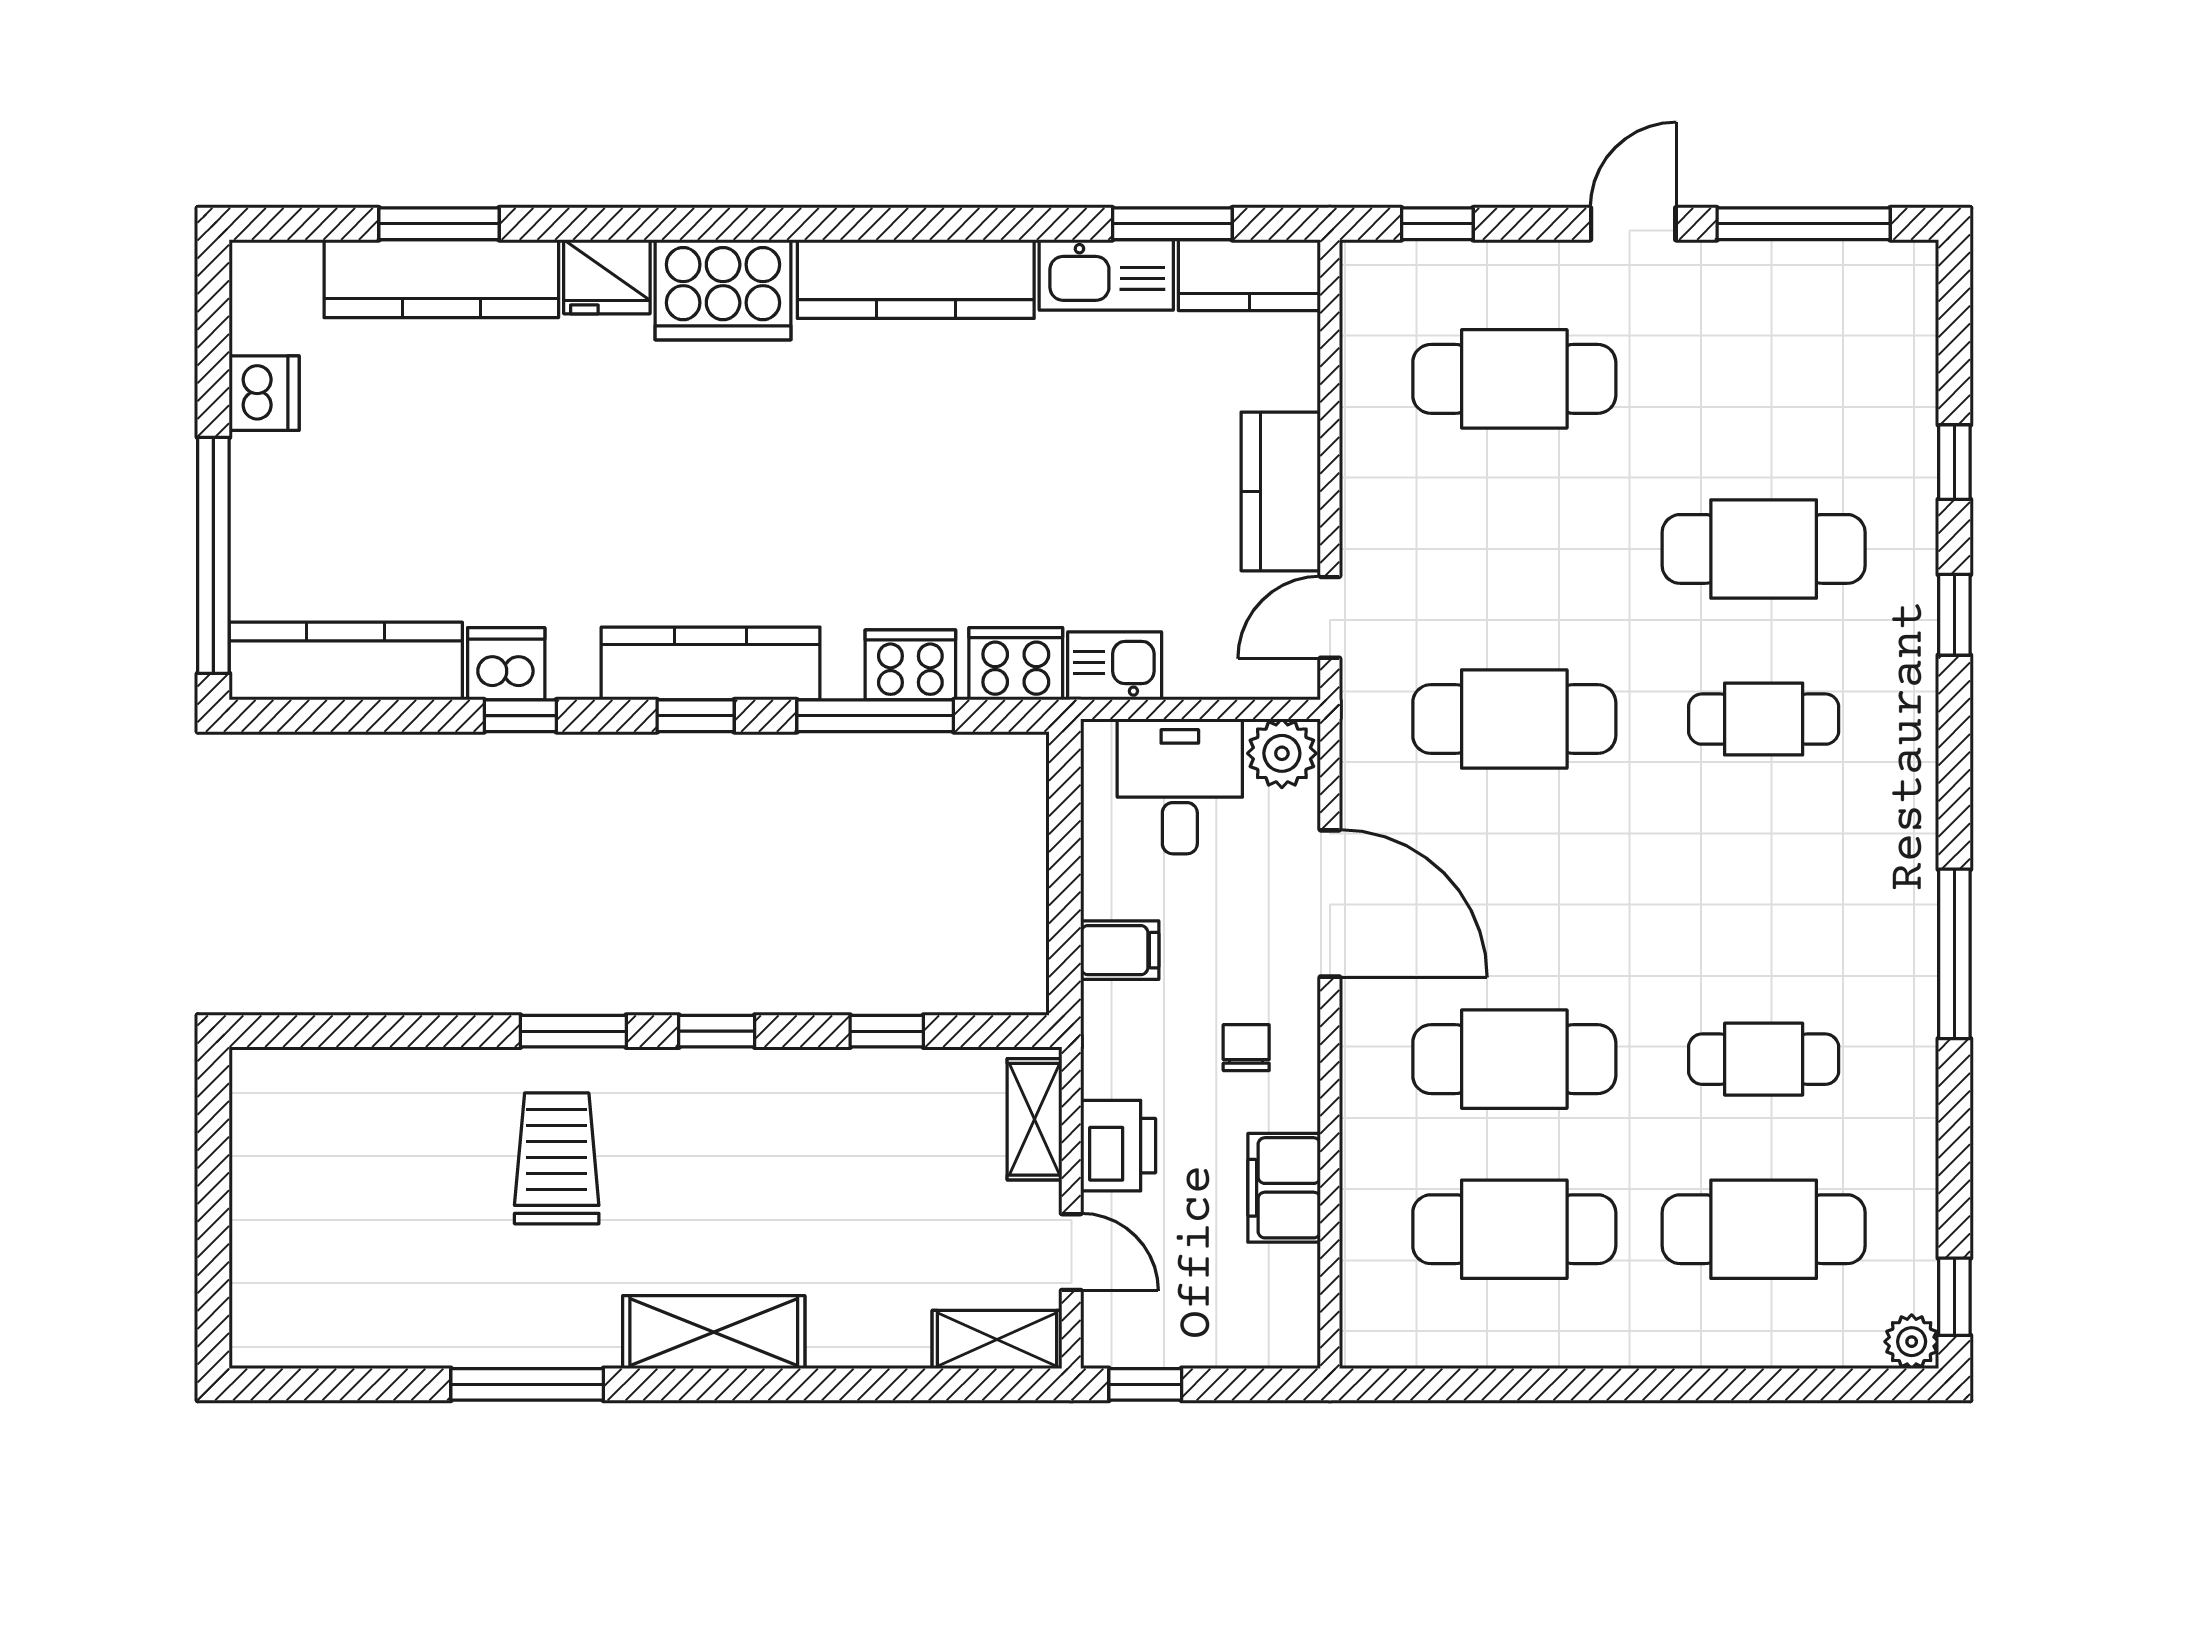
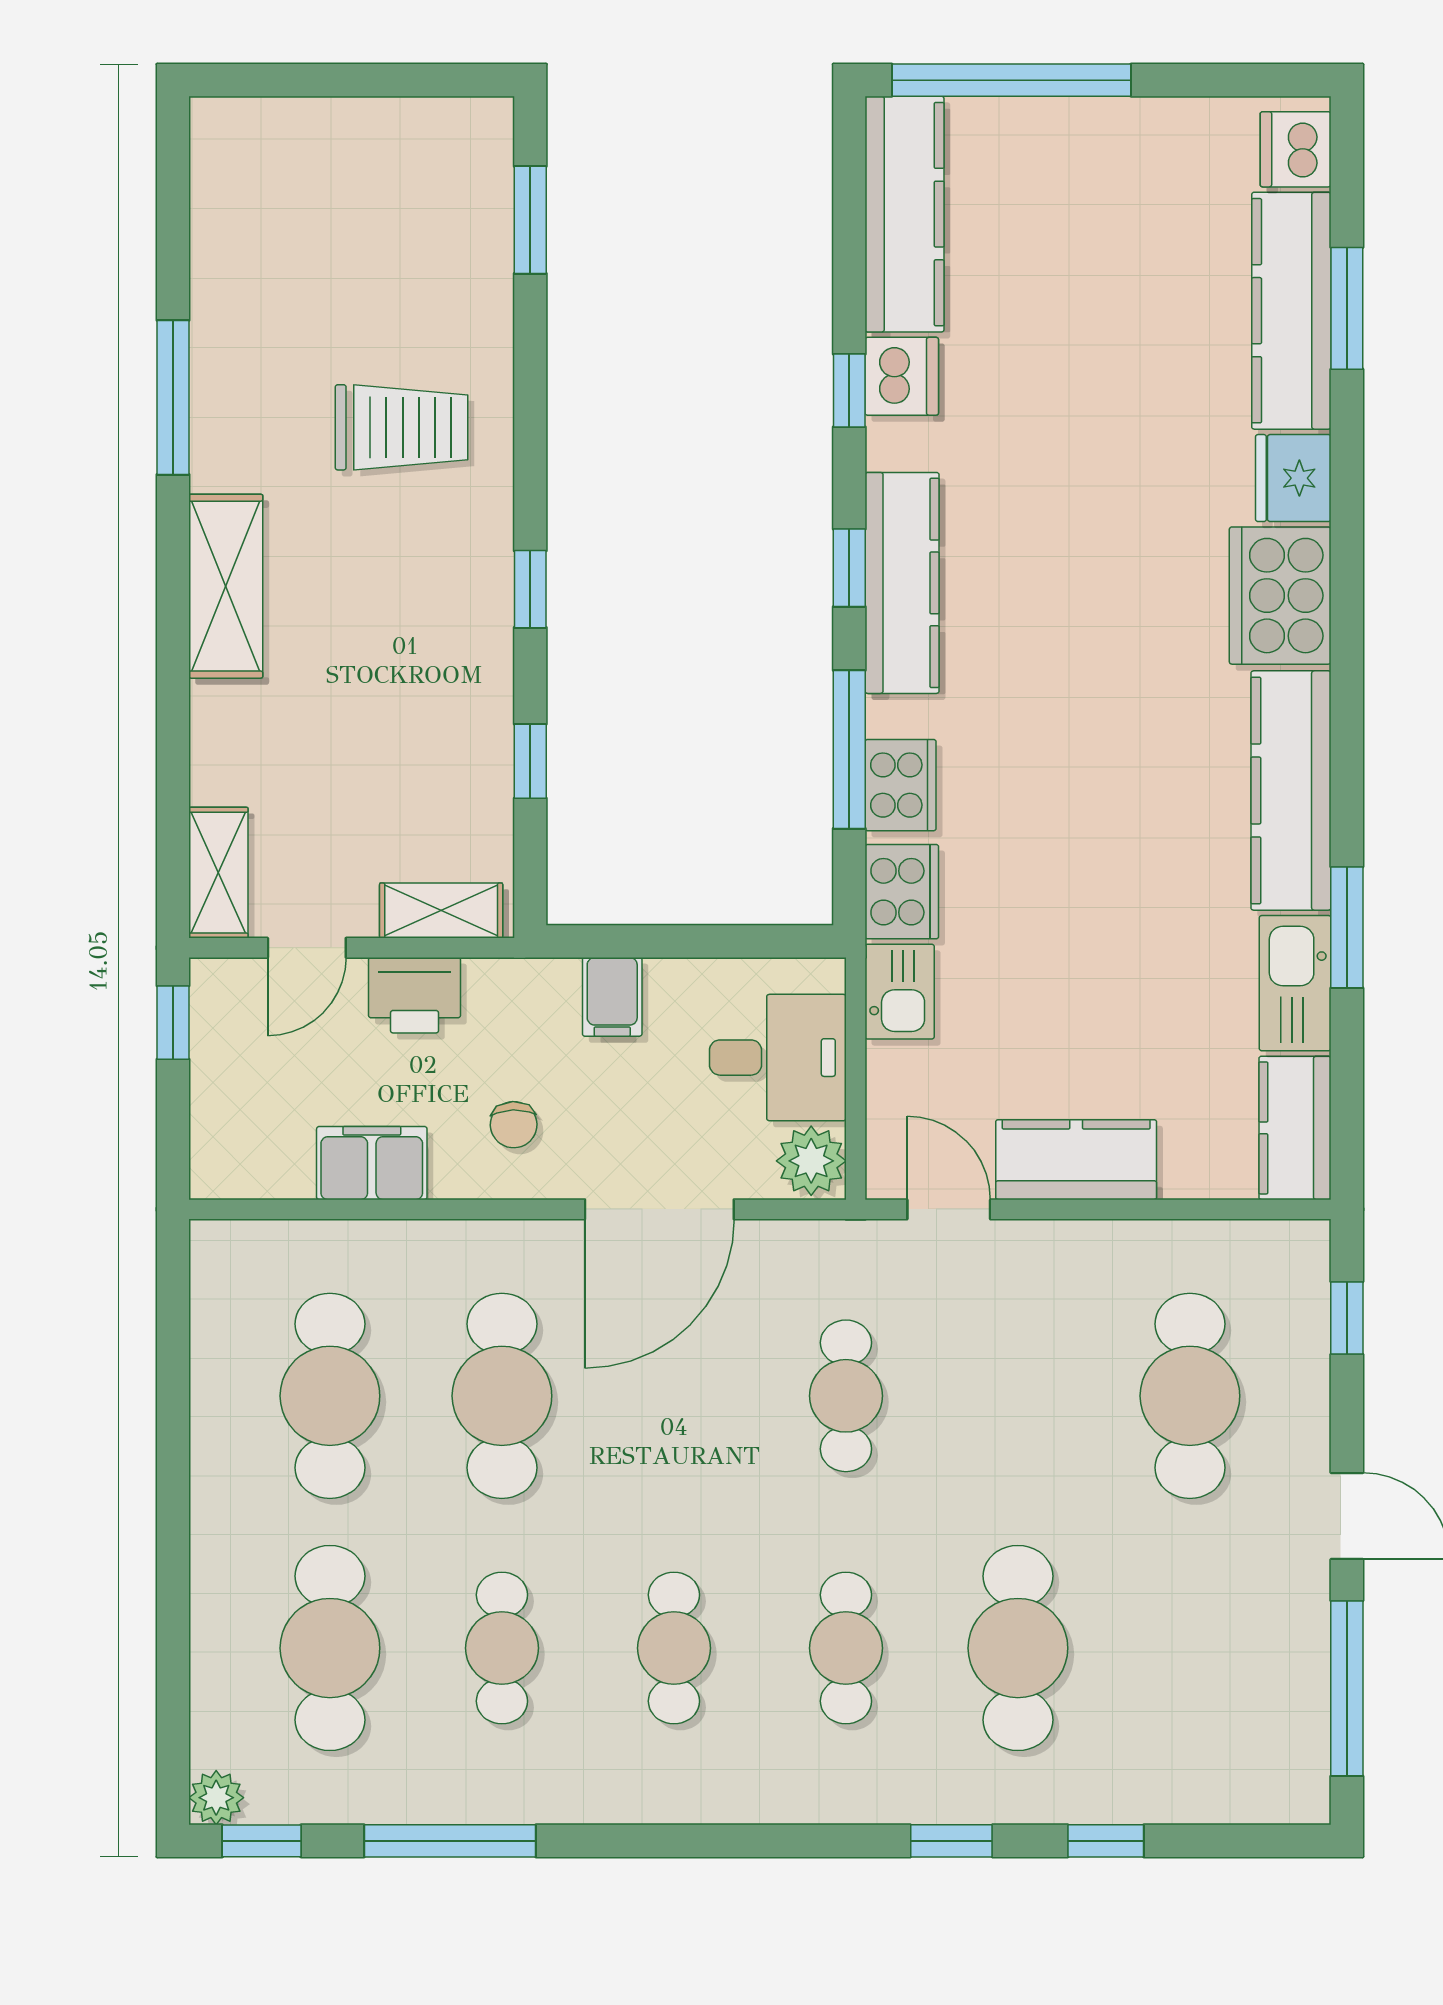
window: (1172, 224) -> (1347, 927), moved
dishwasher: (264, 393) -> (1296, 149), moved, turned 90
cafe table: (1514, 719) -> (846, 1396), width x0.73, depth x0.74
cafe table: (1764, 889) -> (674, 1648), added
window: (1954, 954) -> (450, 1841), moved
window: (573, 1031) -> (530, 220), moved
chair: (1246, 1048) -> (514, 1125), turned 88

